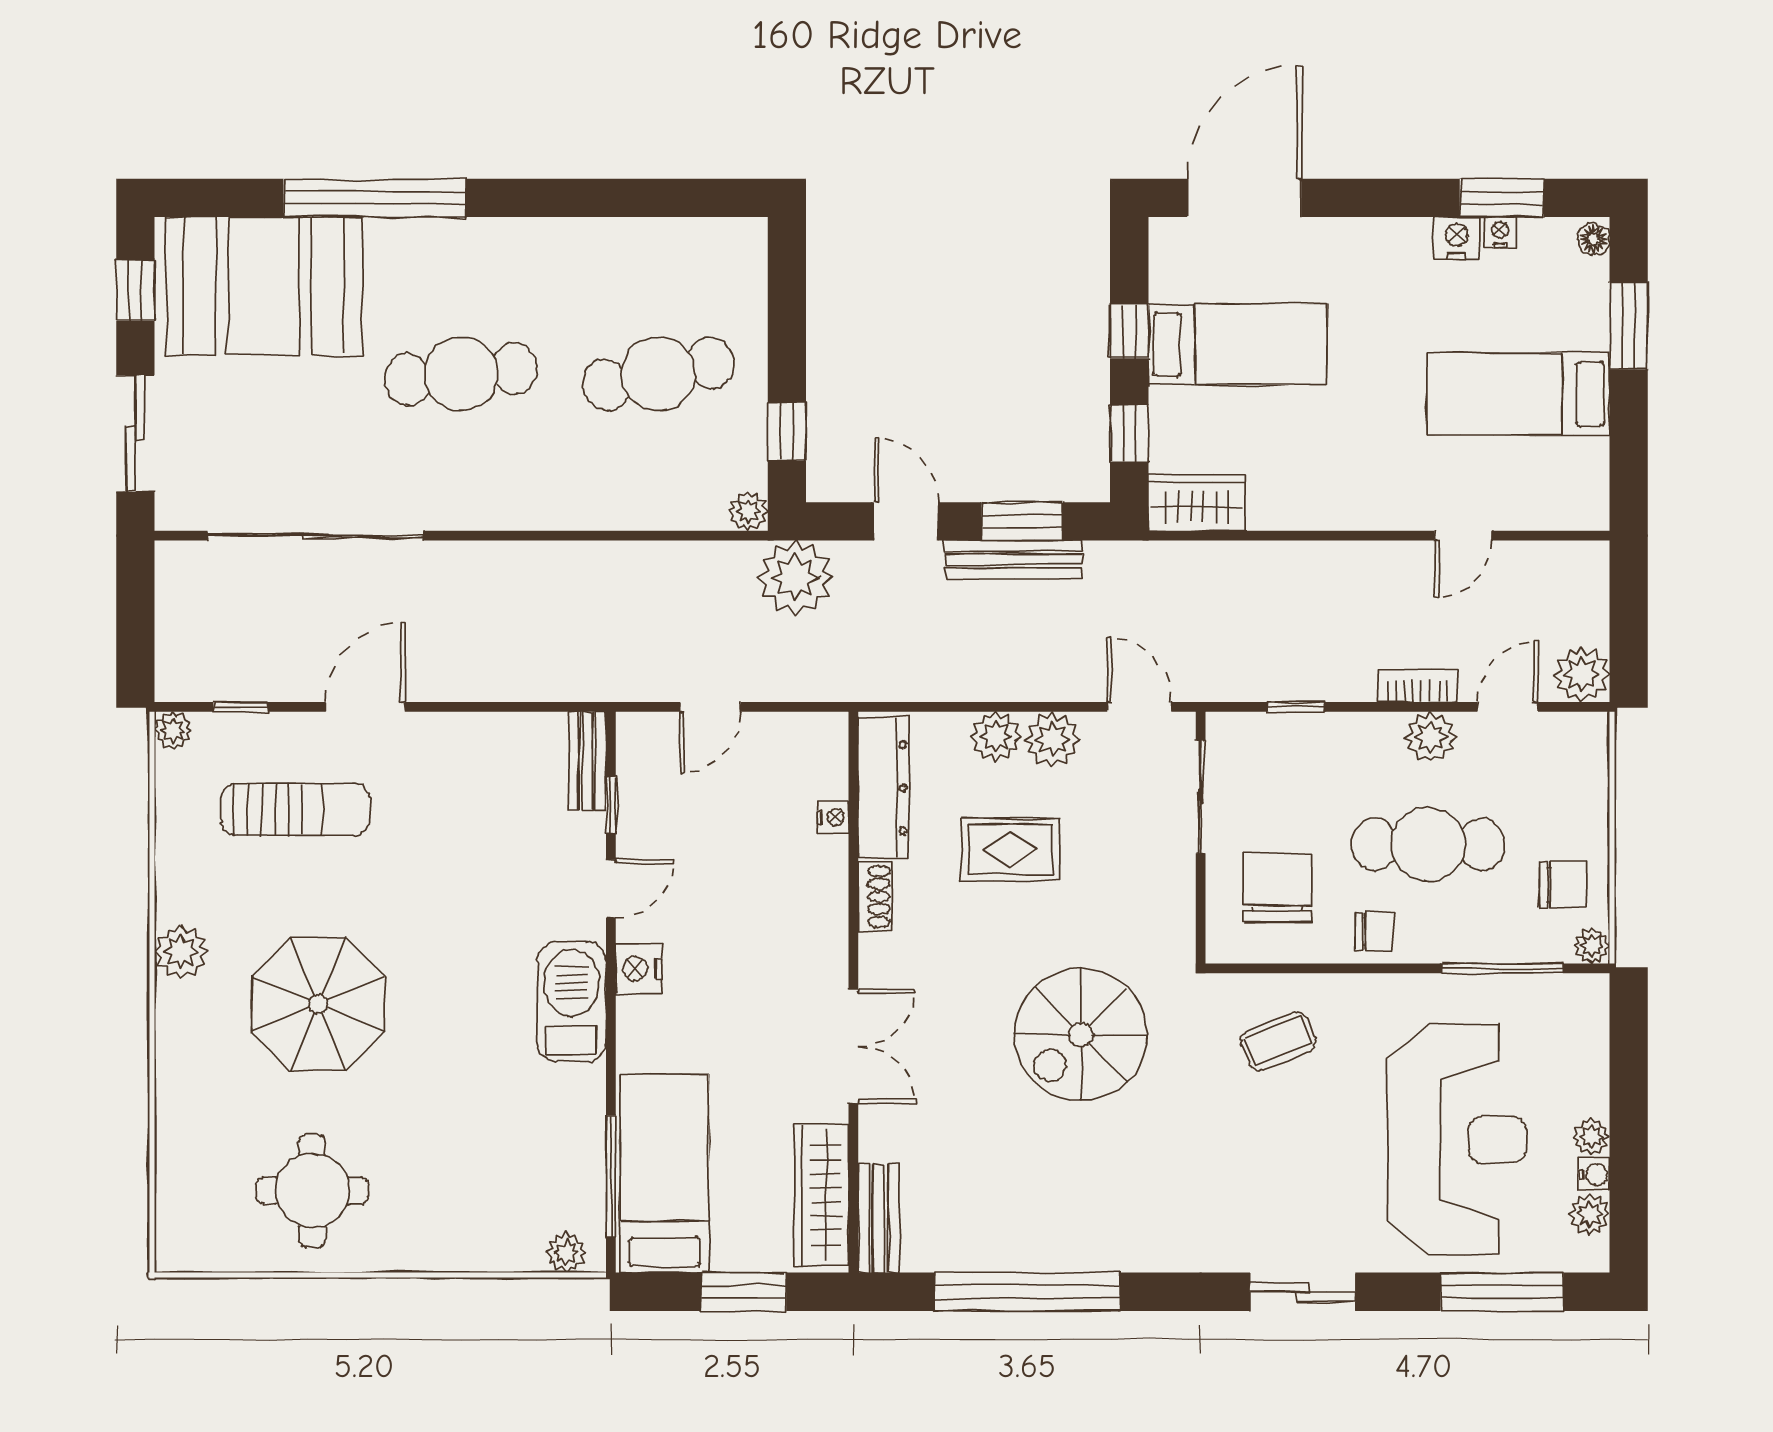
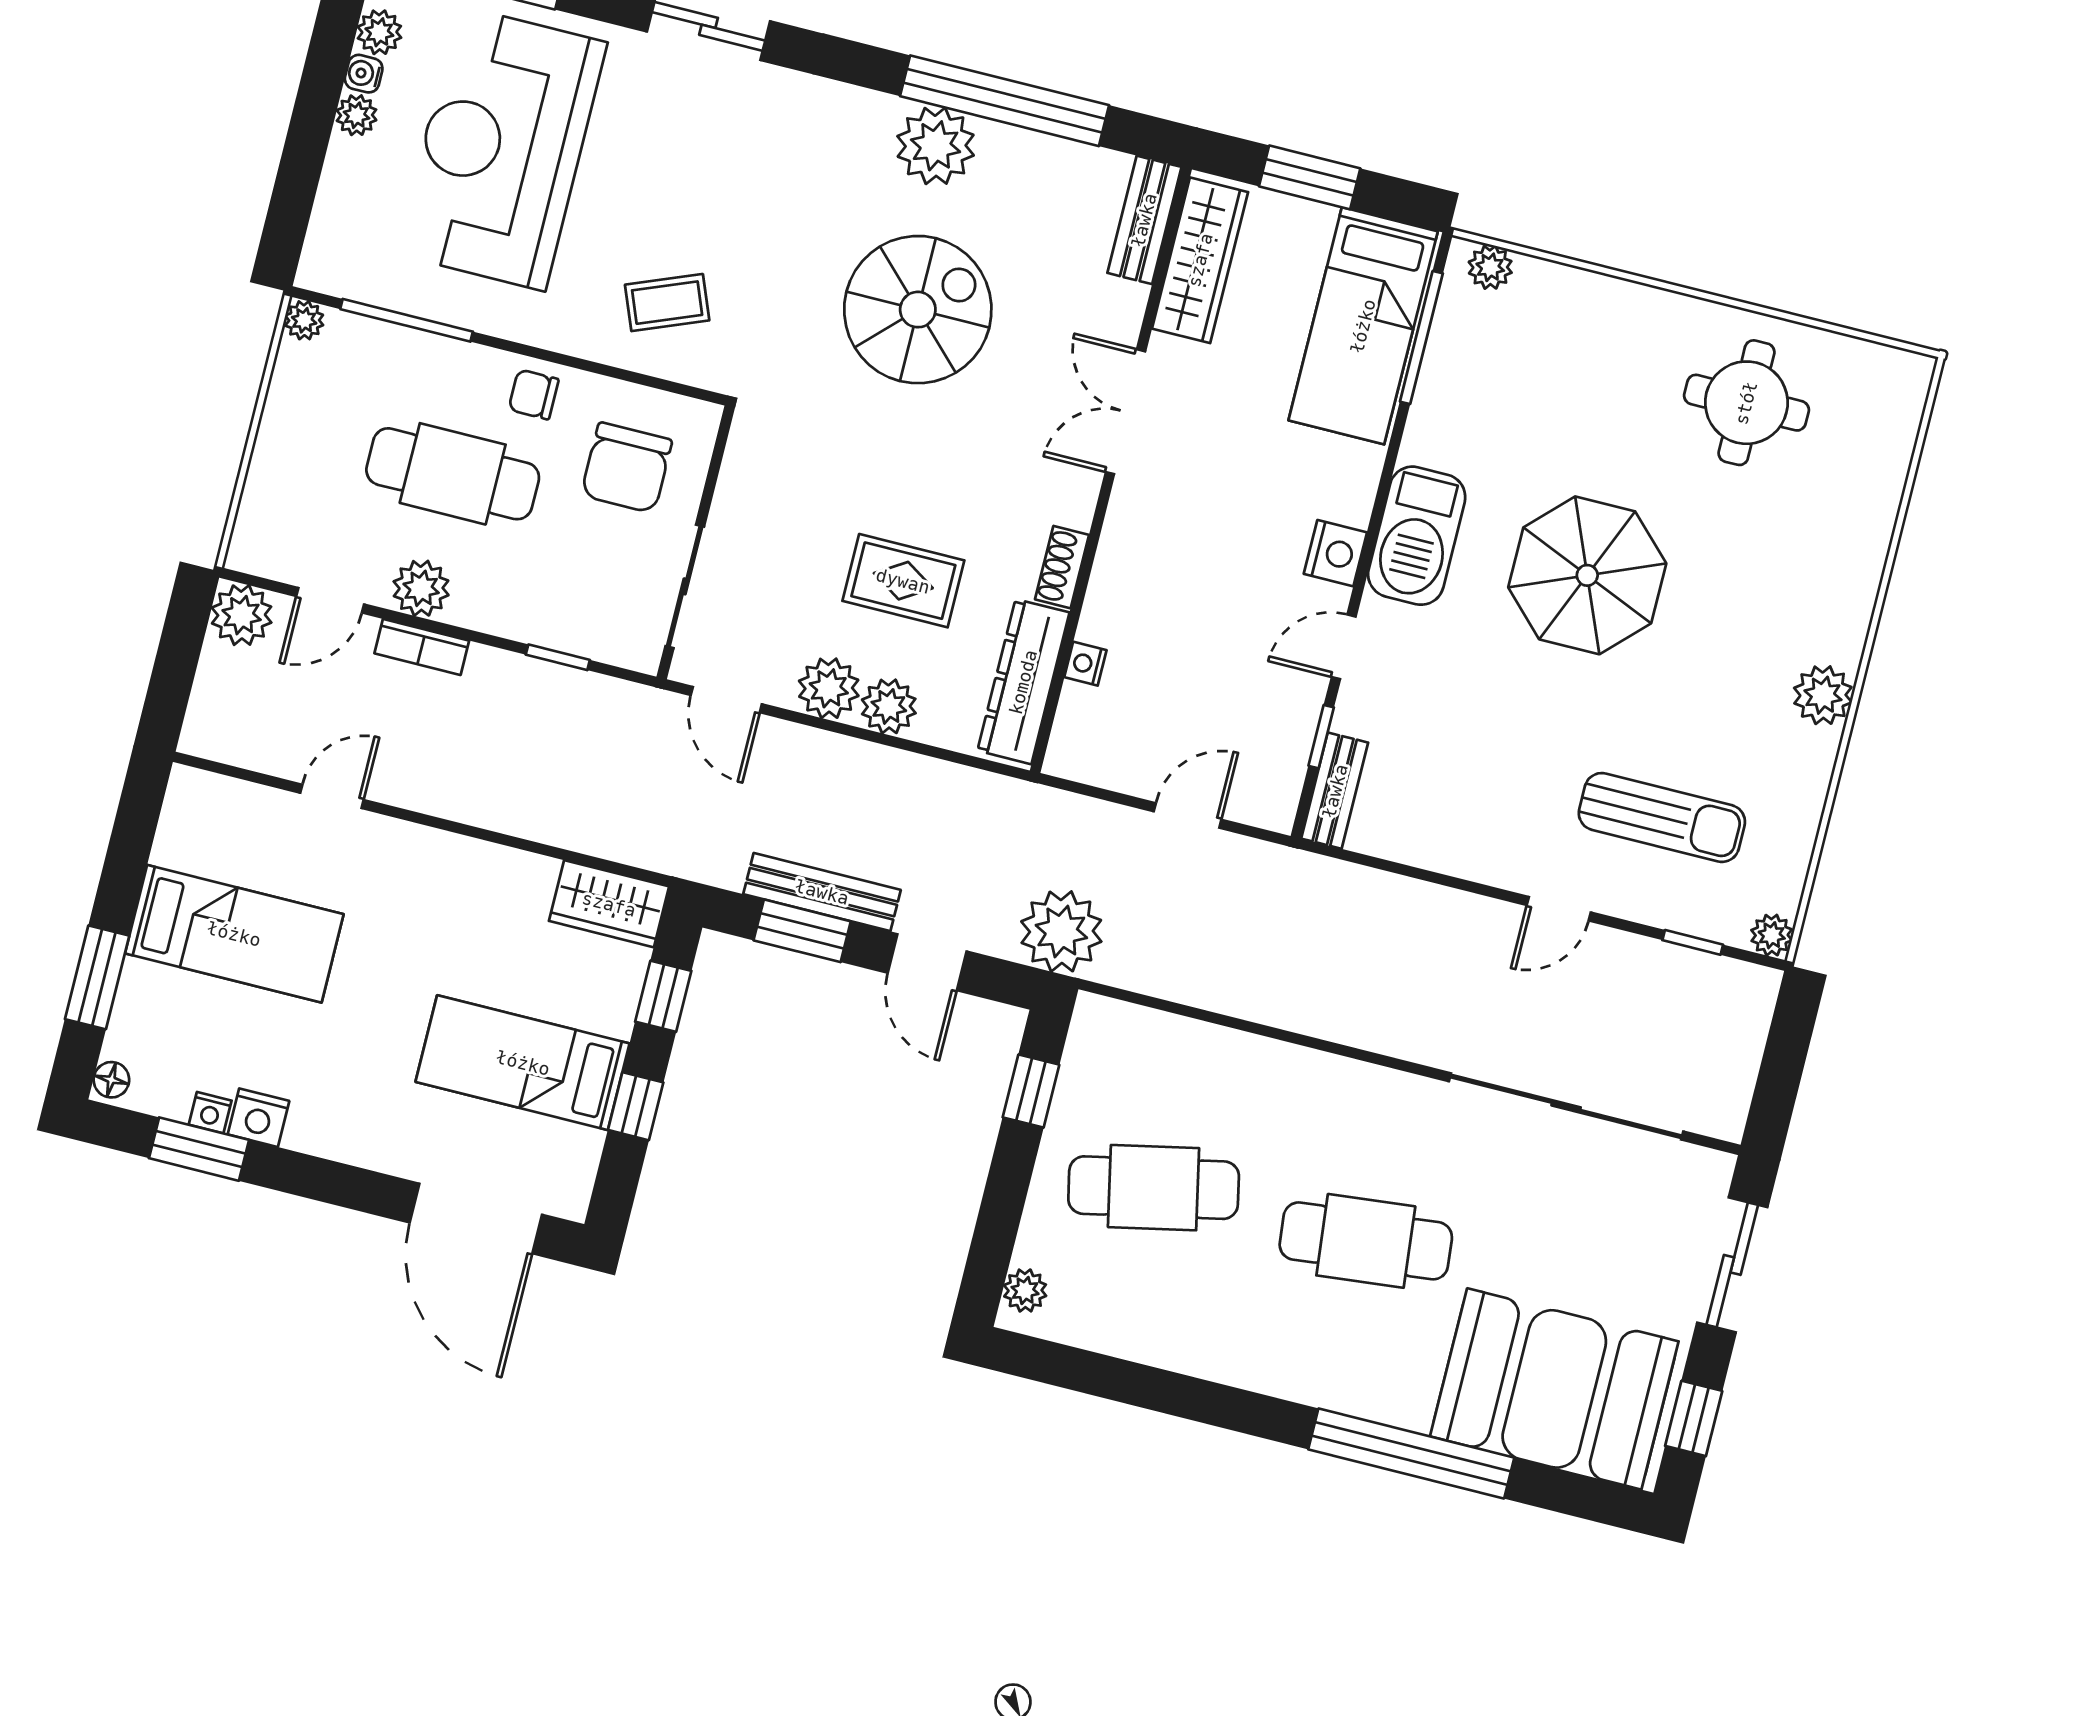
door: (1244, 198) -> (476, 1219), hinge flipped
plant: (748, 511) -> (1025, 1290), moved
door: (365, 707) -> (1559, 909), width x0.73
sun lounger: (295, 809) -> (1662, 817), turned 180
chair: (1563, 884) -> (319, 394), removed
parasol: (318, 1004) -> (1587, 575), moved
spiral stairs: (1081, 1035) -> (918, 310), moved
plant: (1078, 1237) -> (936, 146), added

